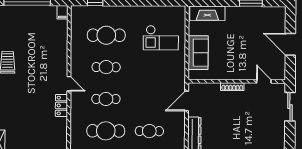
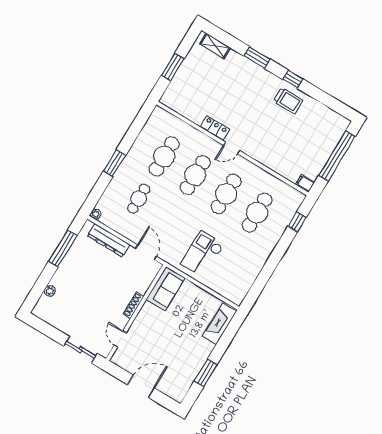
checkout: (161, 38) -> (203, 254), moved
sofa: (198, 53) -> (166, 289), moved, turned -90
cafe table: (106, 67) -> (226, 194), width x1.37, depth x1.35
door: (264, 82) -> (120, 339), swing flipped
cafe table: (106, 99) -> (195, 175), width x1.37, depth x1.35

